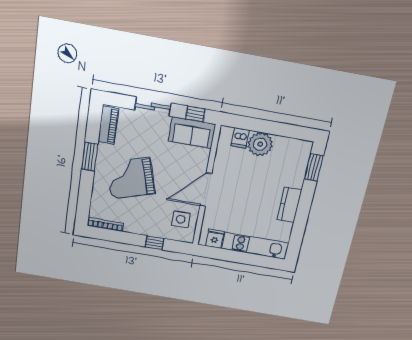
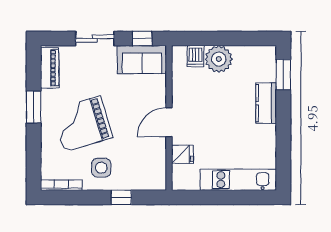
door: (206, 190) -> (169, 122), width x0.73
kitchen counter: (289, 205) -> (266, 103), moved
side table: (181, 219) -> (101, 168), moved
fridge: (215, 239) -> (182, 154), moved, turned 90

